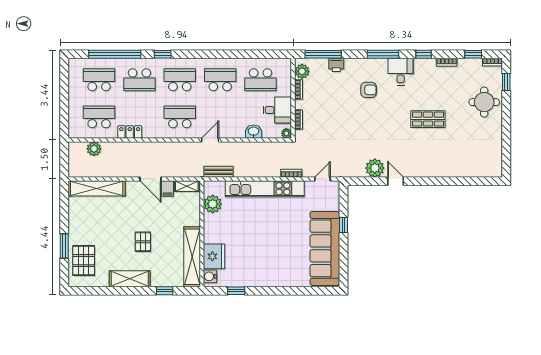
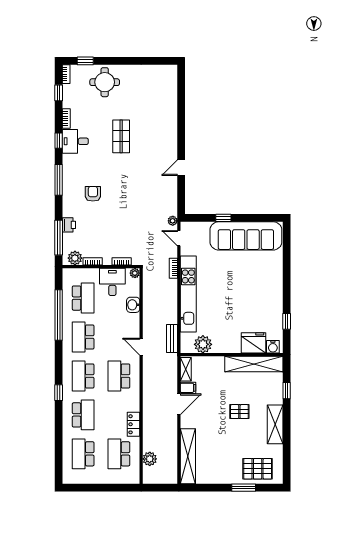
window: (115, 54) -> (59, 315), moved
desk: (401, 72) -> (75, 141), moved
plant: (375, 168) -> (173, 221), moved, width x0.53, depth x0.53

